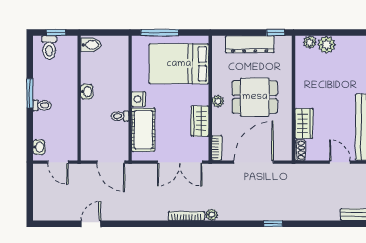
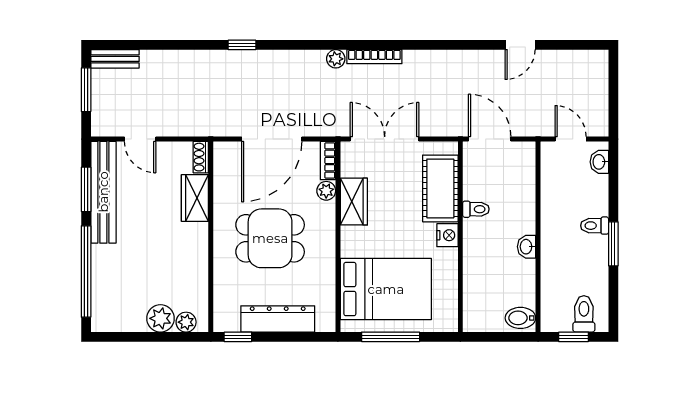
window: (160, 33) -> (391, 337), moved
plant: (218, 101) -> (326, 191), moved

